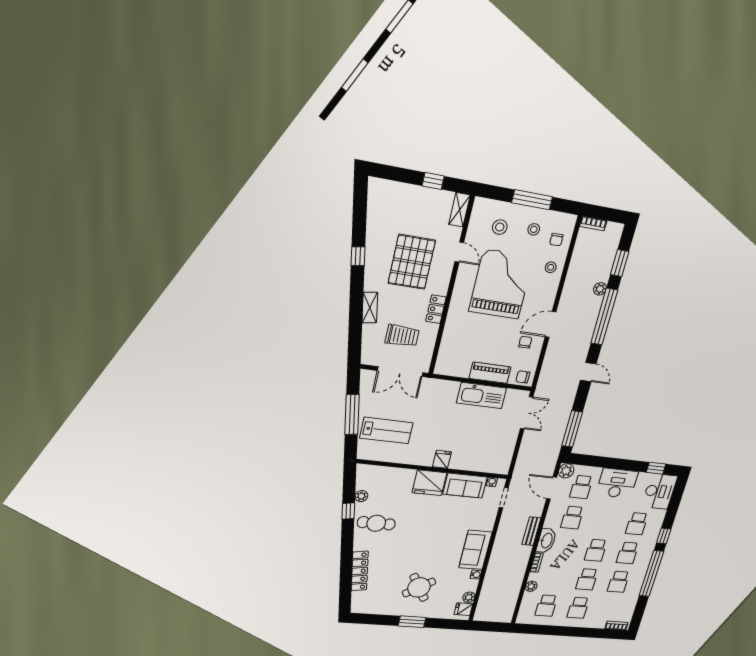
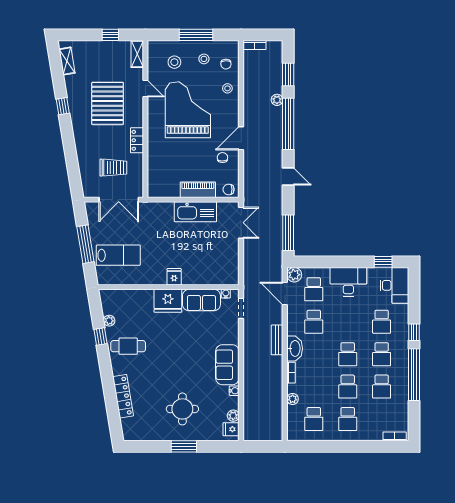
shelving: (370, 308) -> (67, 61), moved
round table: (419, 587) -> (182, 409), turned 33

